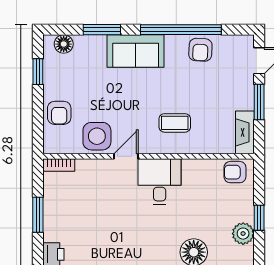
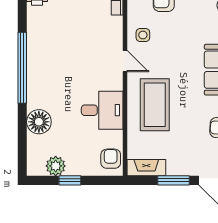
coffee table: (175, 123) -> (155, 105), width x1.86, depth x1.72
side table: (97, 136) -> (143, 35), width x0.54, depth x0.54
desk: (160, 182) -> (102, 110), moved

